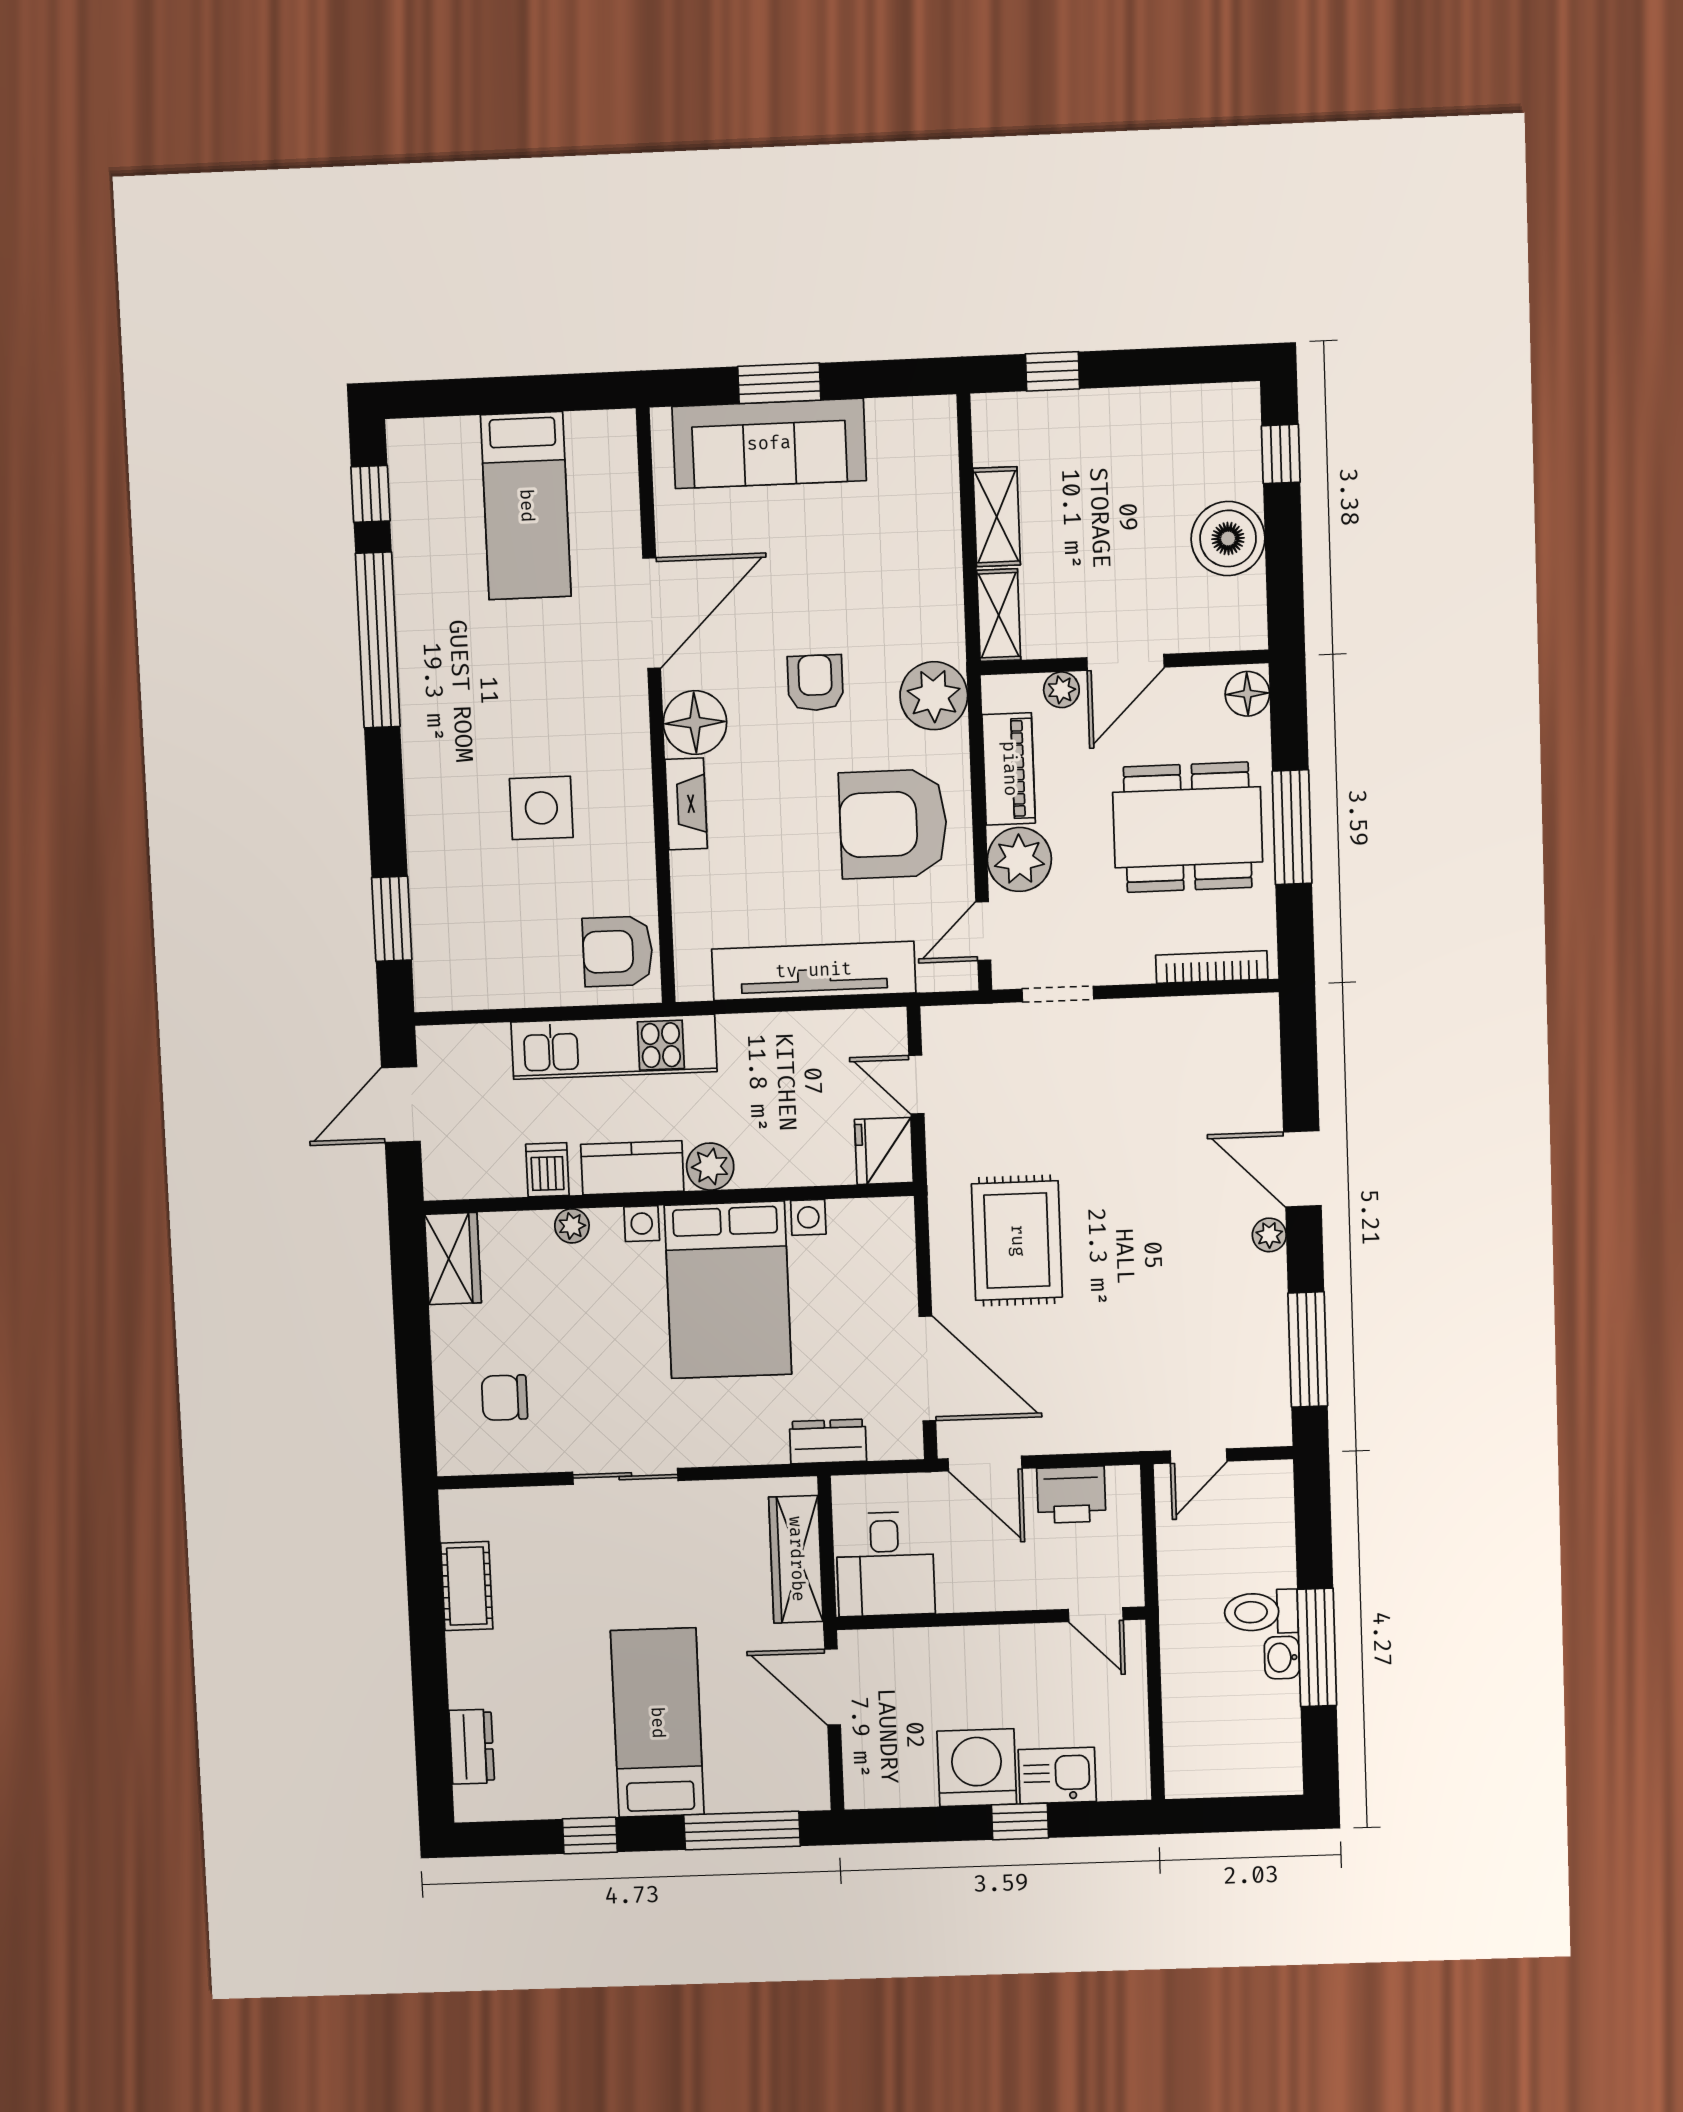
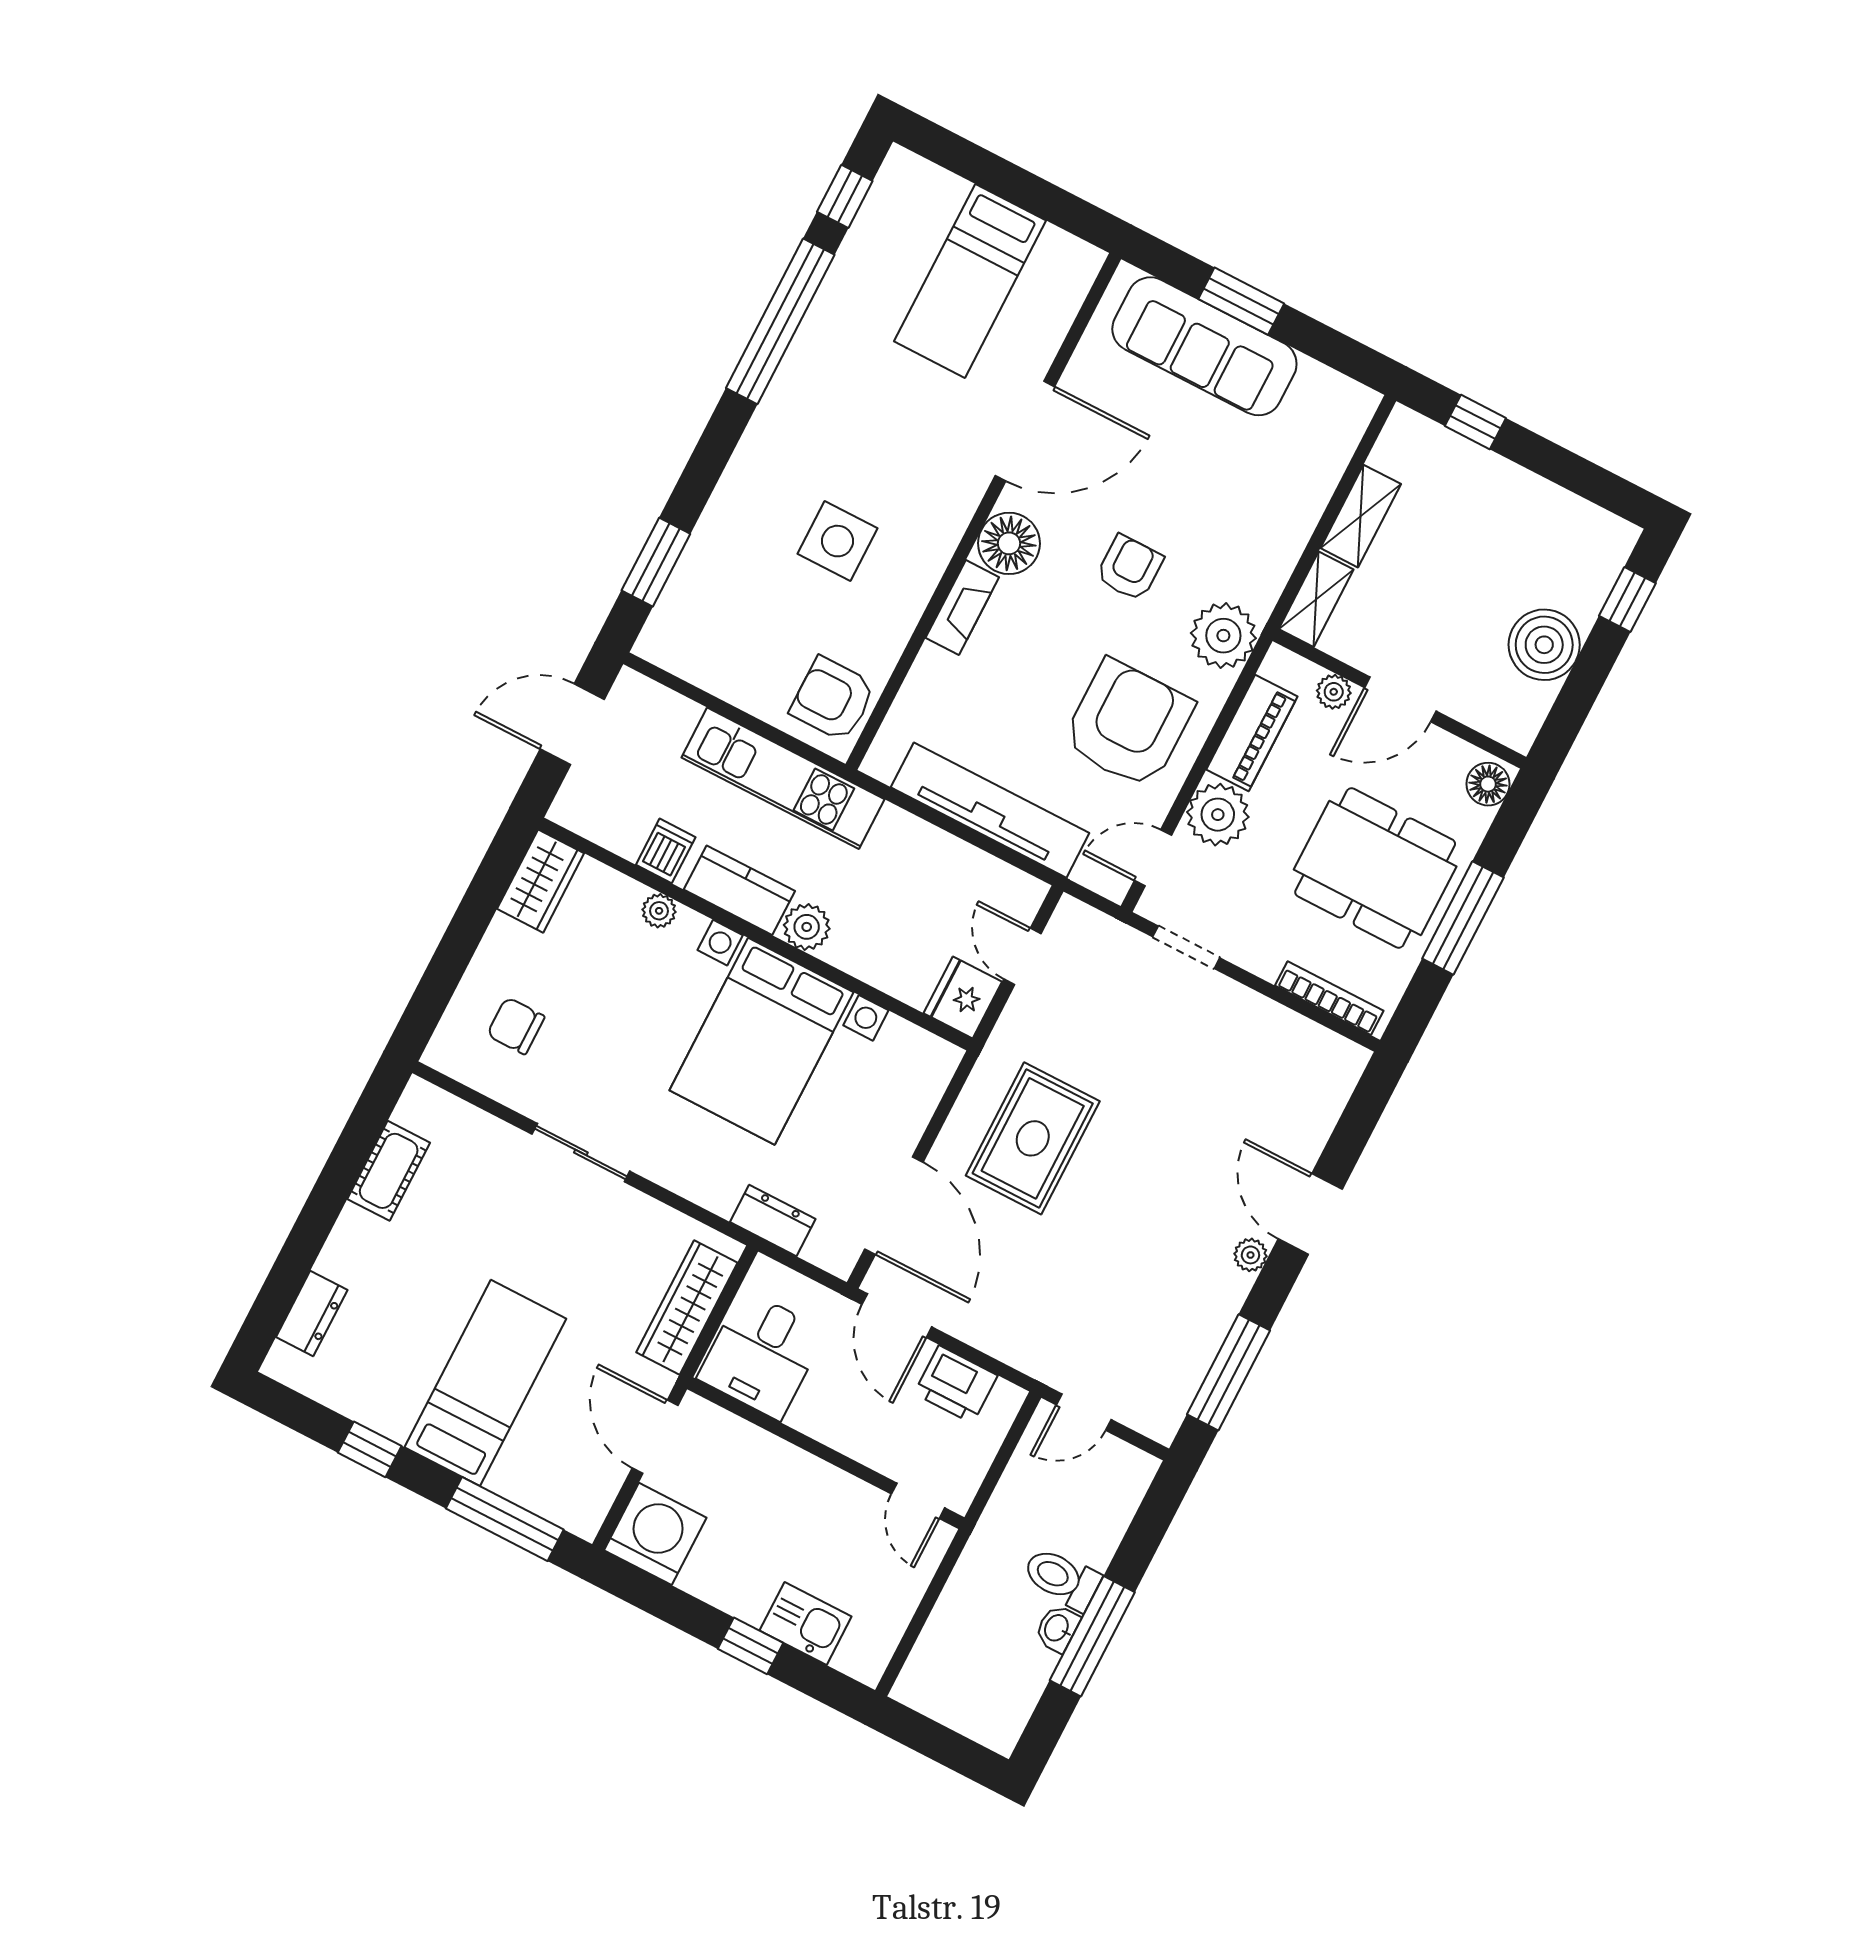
armchair: (893, 824) -> (1128, 724), turned 90
washing machine: (977, 1768) -> (655, 1534), moved

